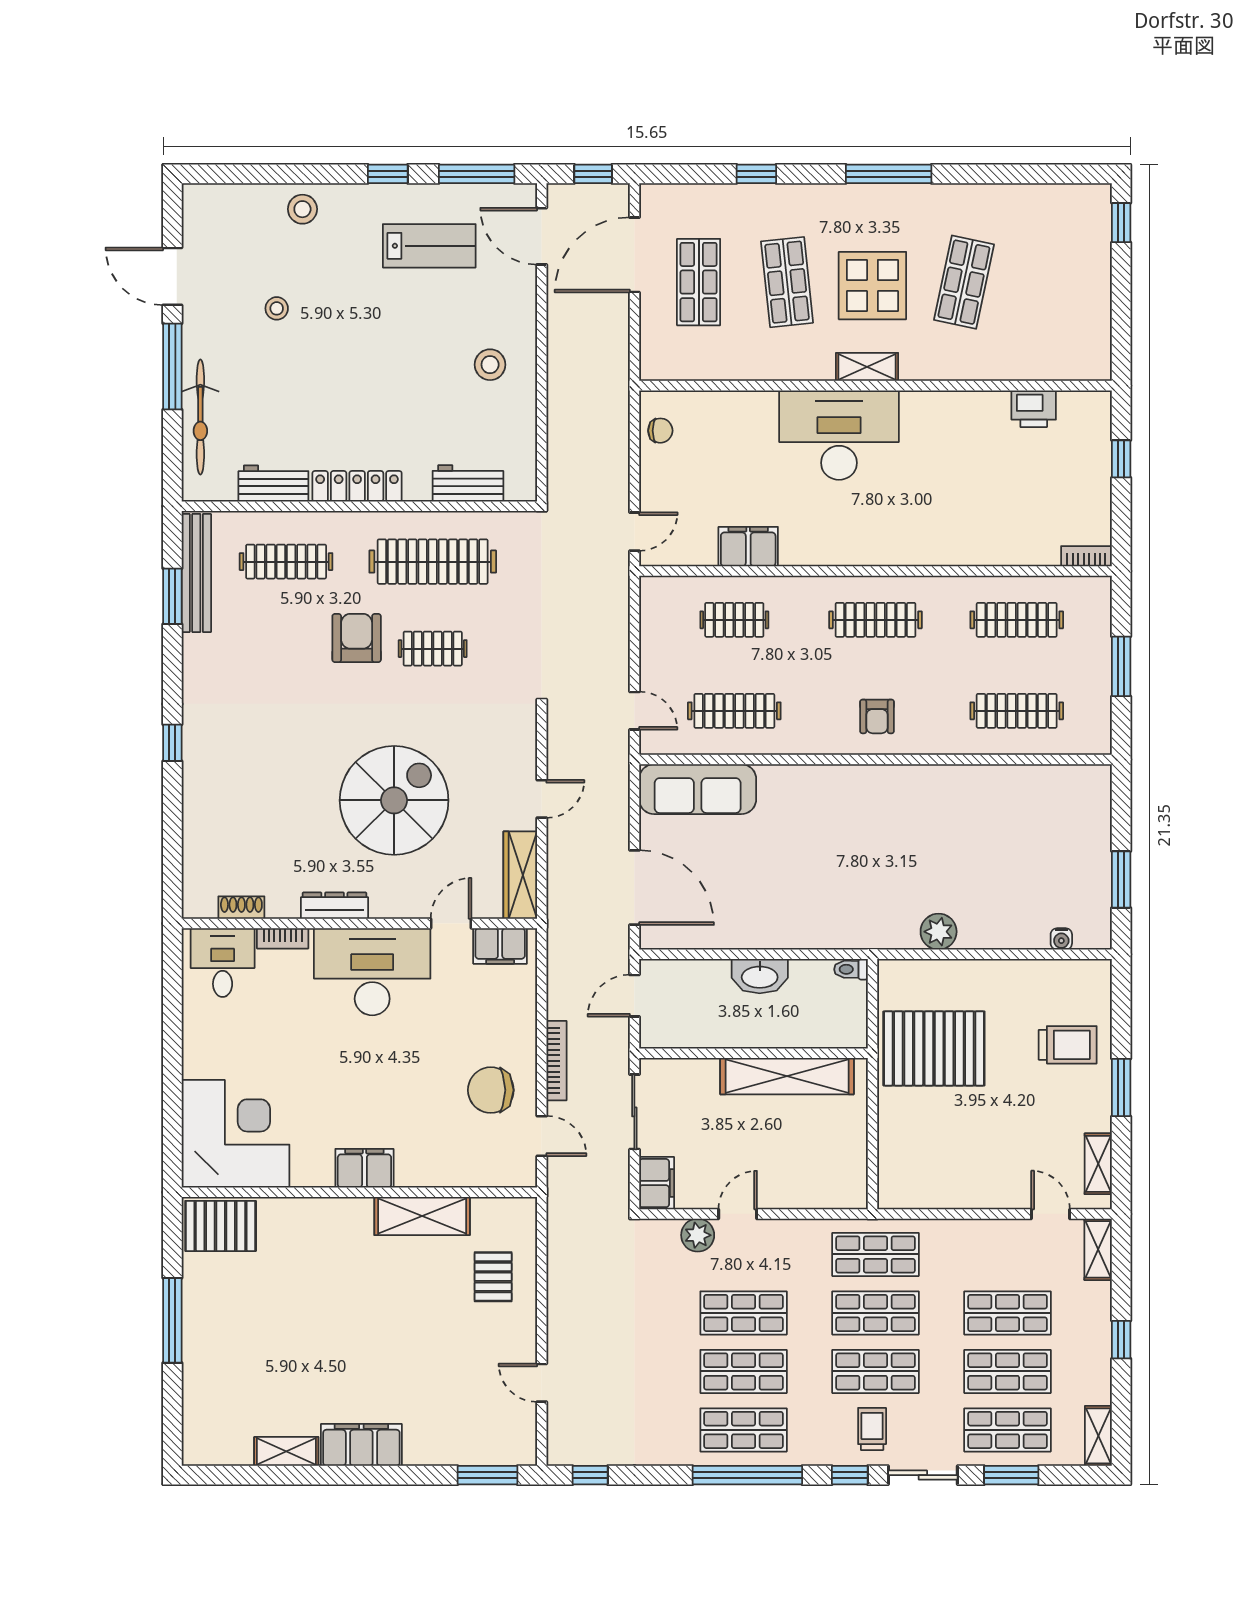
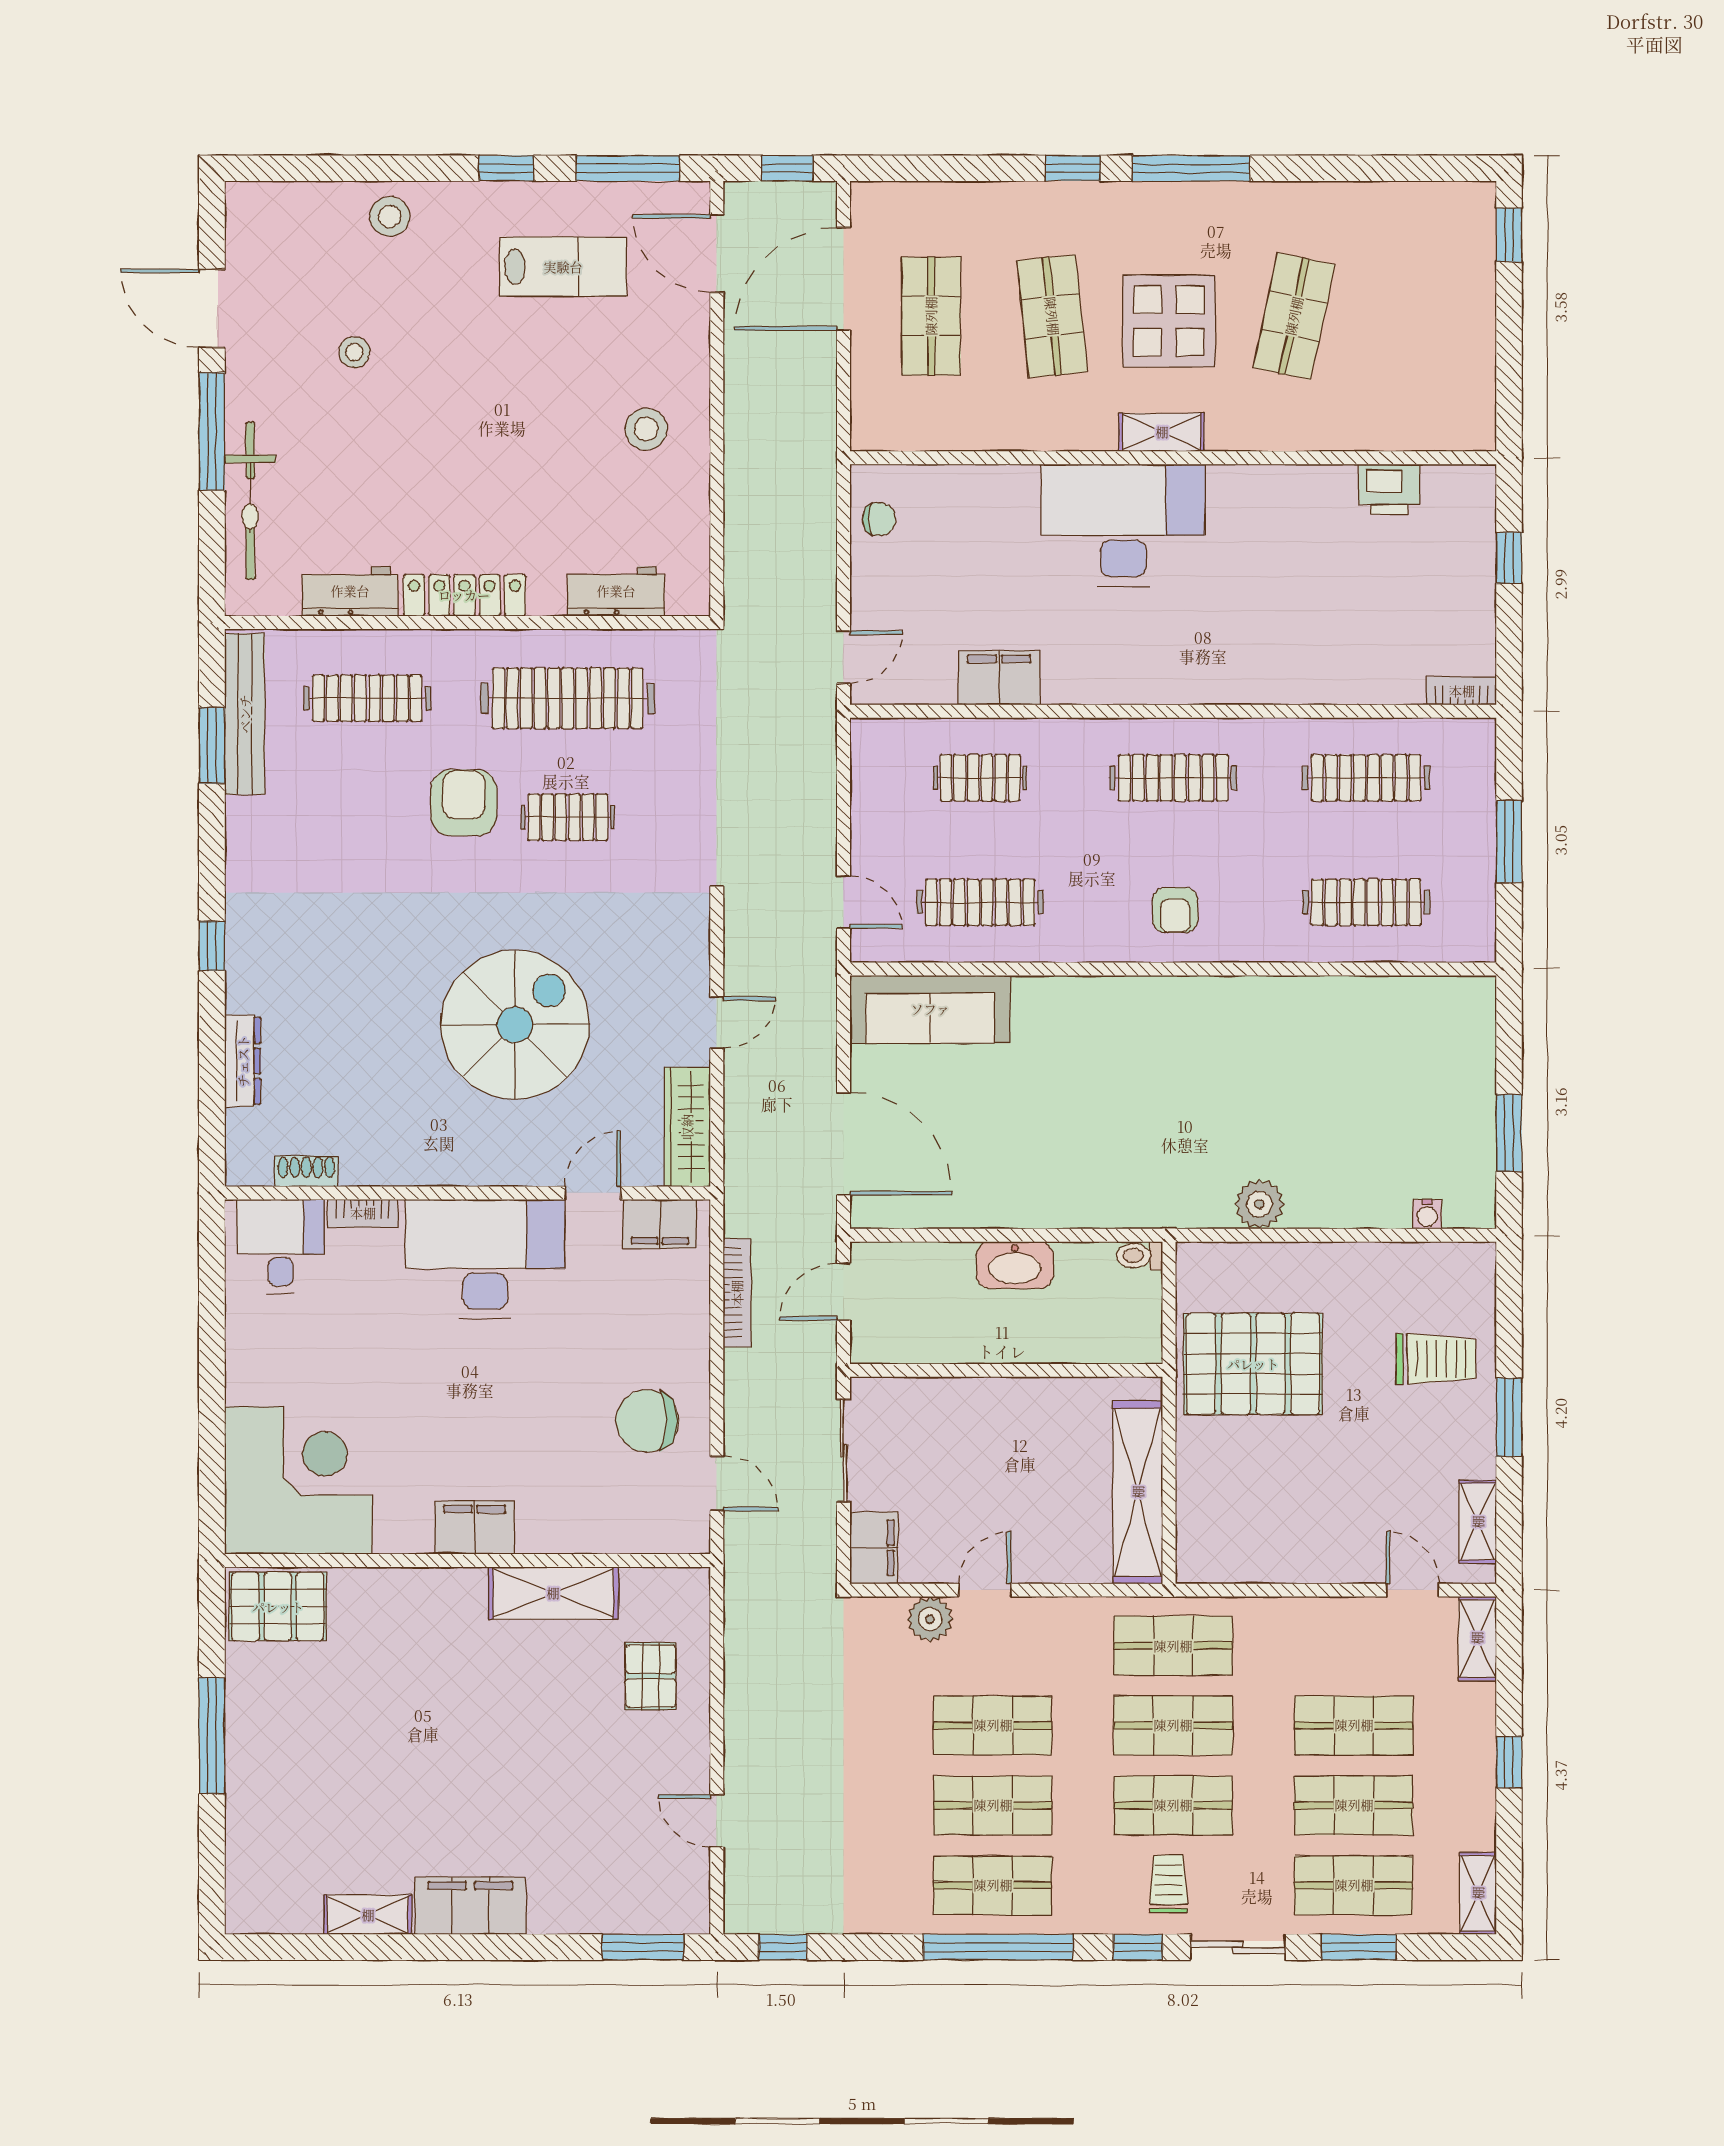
window: (756, 174) -> (1073, 168), moved
dresser: (334, 906) -> (243, 1061), moved, turned 90
bookcase: (556, 1061) -> (737, 1293), moved
shelving: (787, 1076) -> (1138, 1492), moved, turned 90

